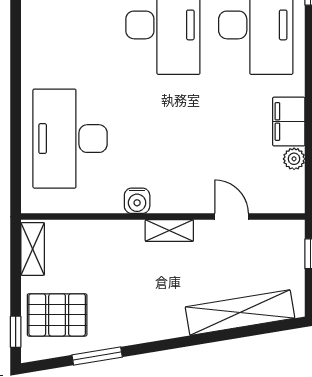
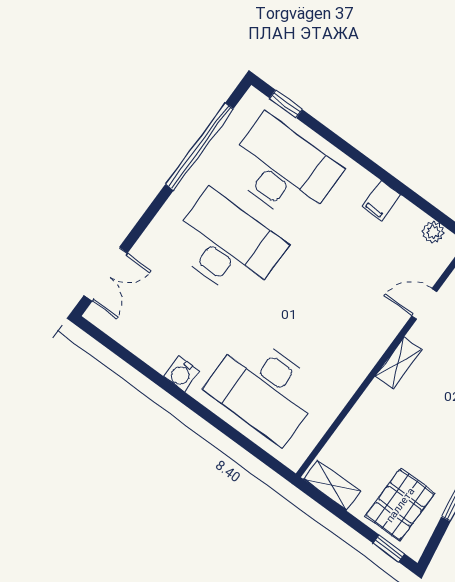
filing cabinet: (289, 122) -> (381, 201), width x0.50
plant: (294, 159) -> (433, 232), moved
water cooler: (137, 201) -> (182, 374), moved, turned 90

